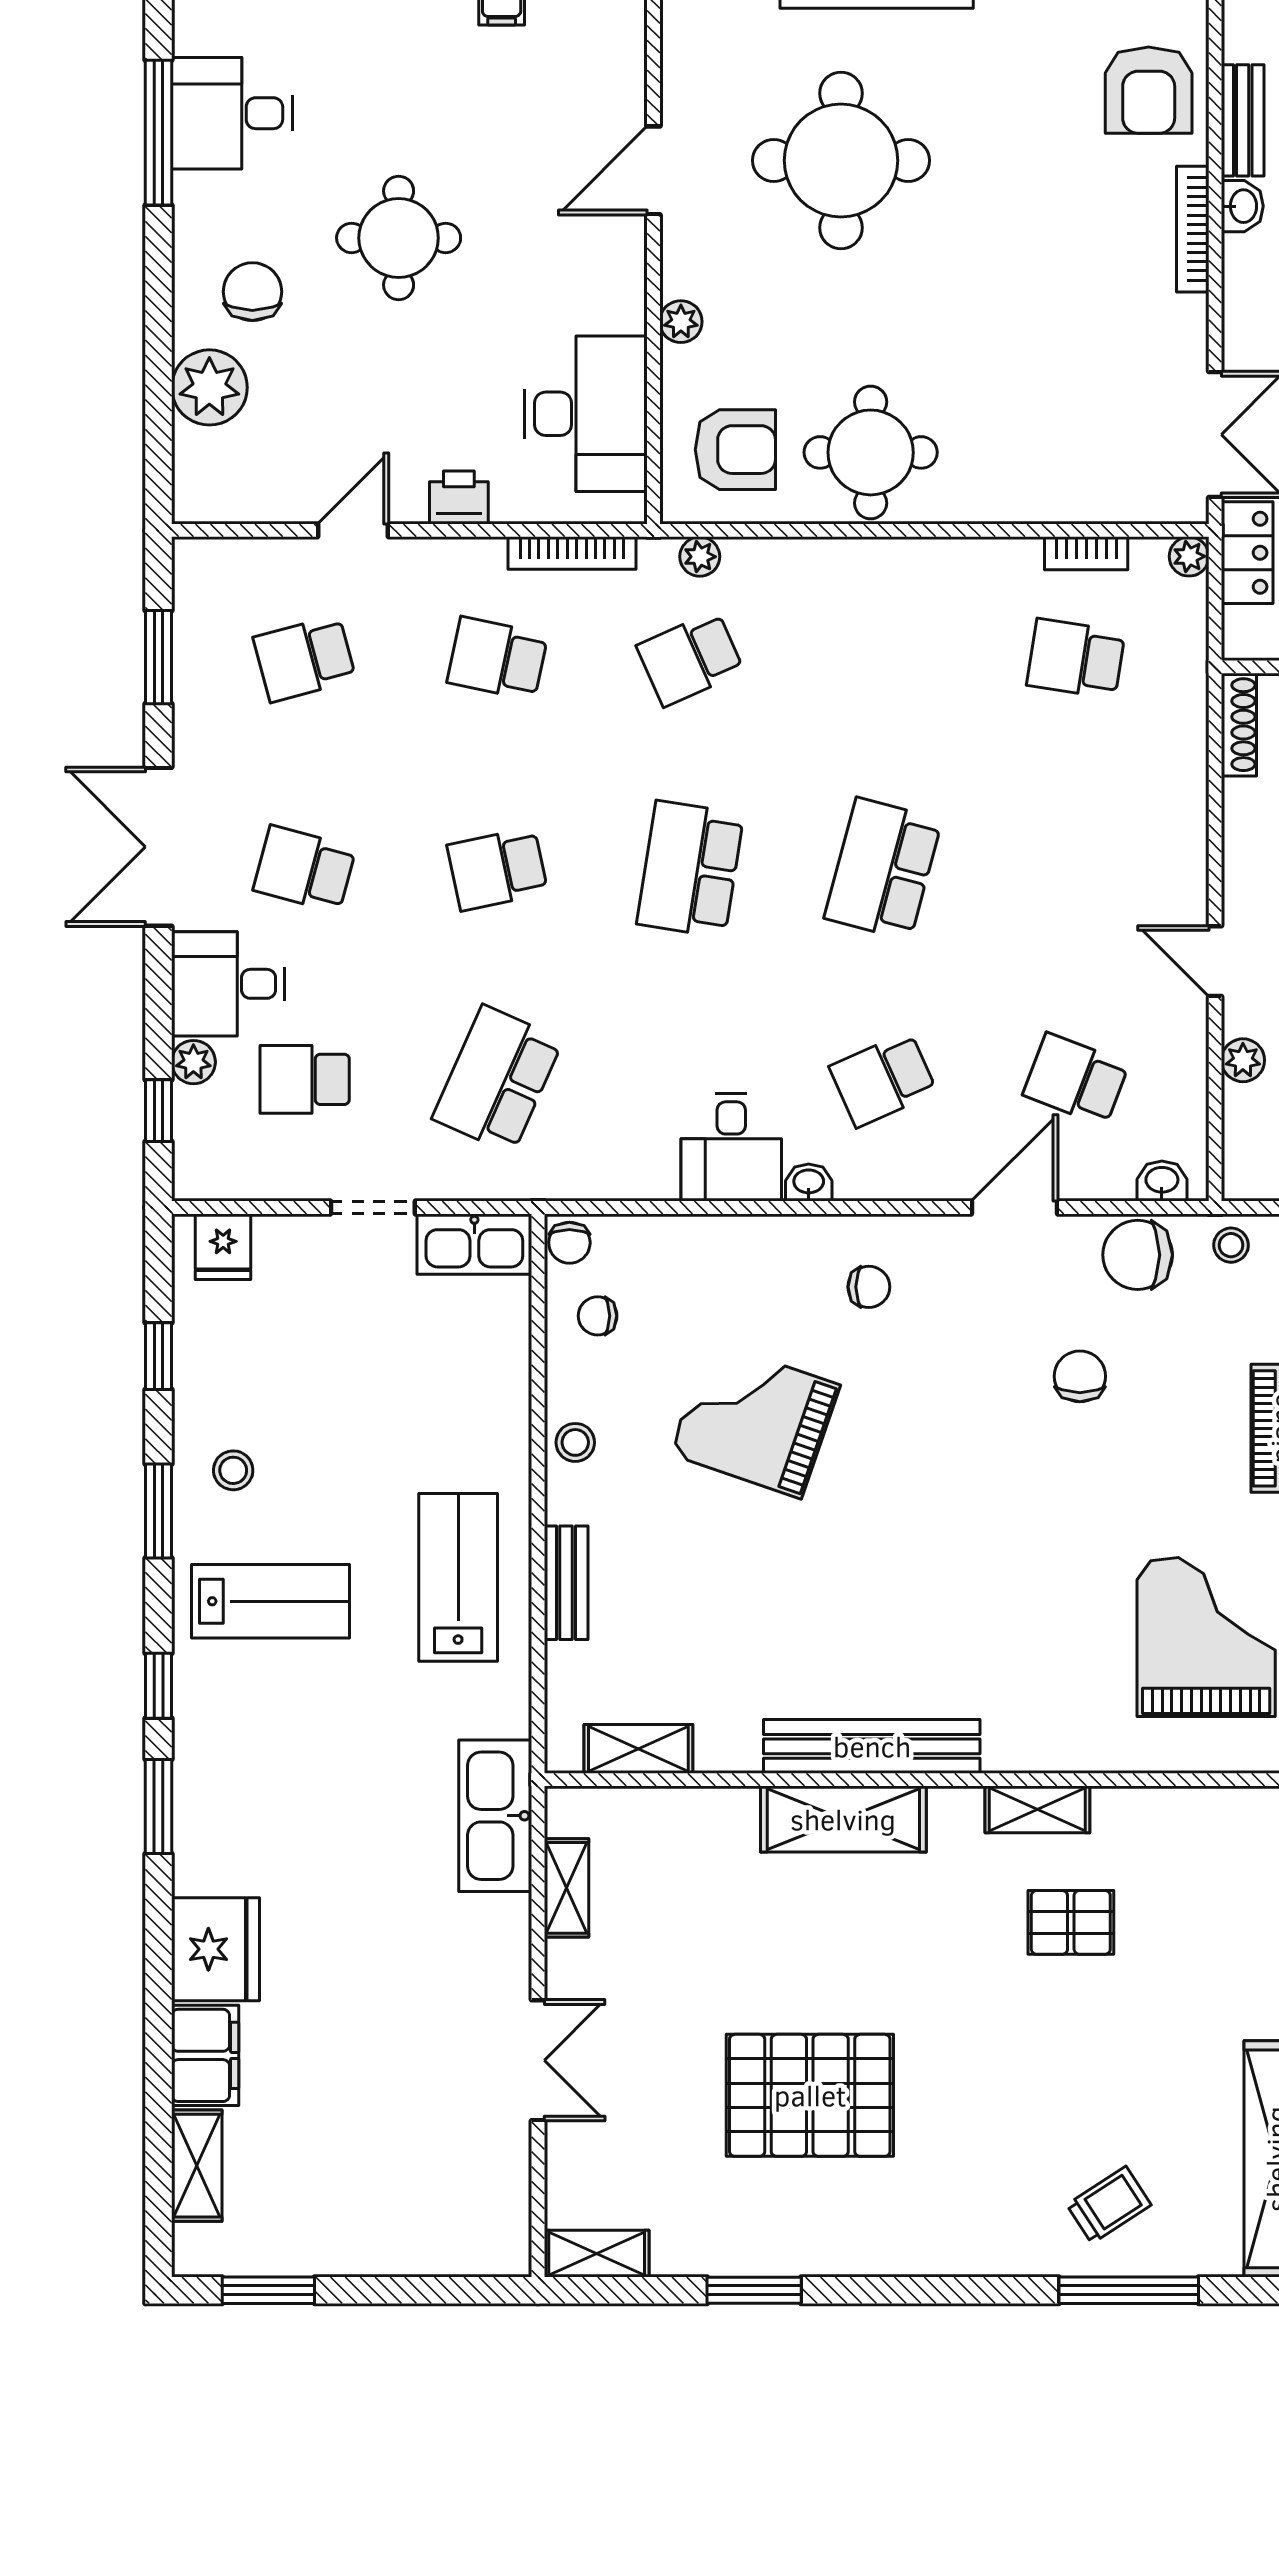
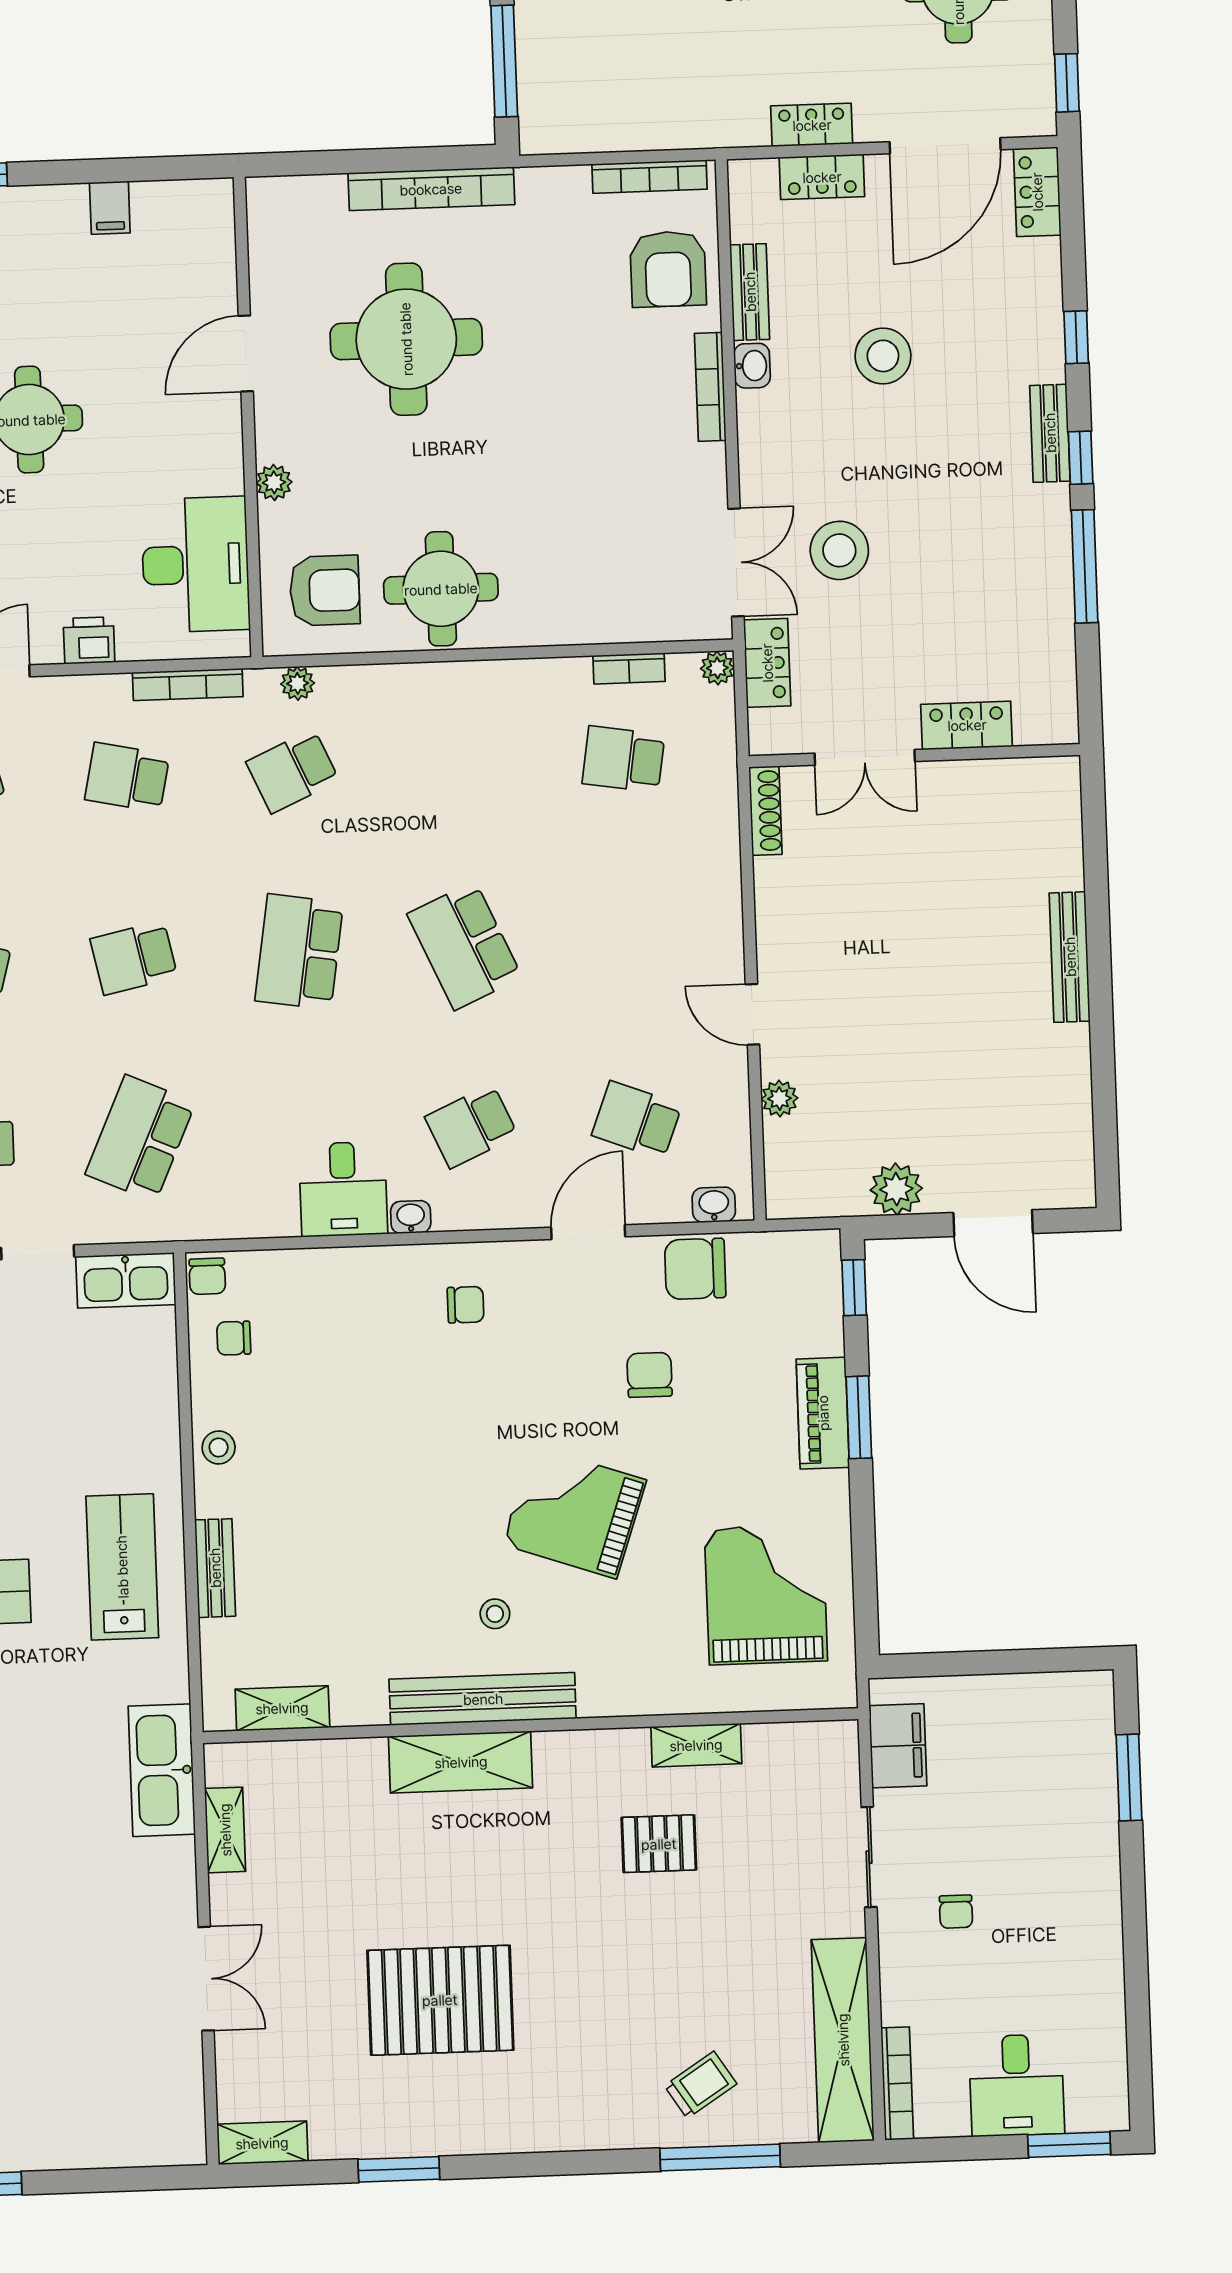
school desk: (883, 869) -> (465, 946), turned -39
stool: (1231, 1245) -> (495, 1614), moved
grand piano: (755, 1419) -> (574, 1512), moved
shelving: (1037, 1809) -> (696, 1745), moved

